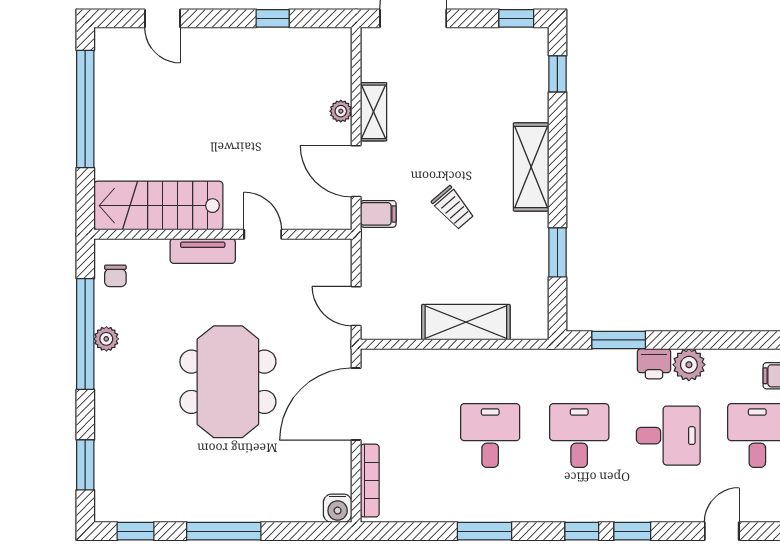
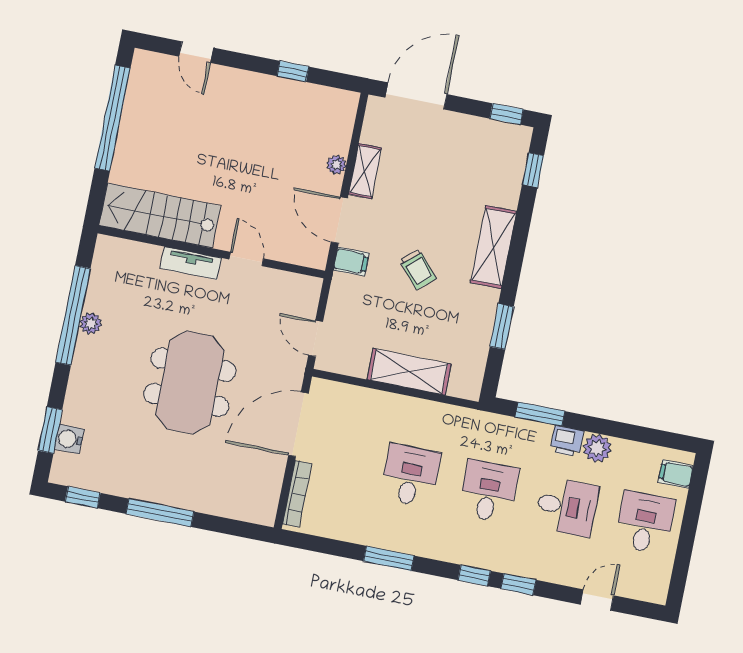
chair: (115, 276) -> (110, 270), removed
water cooler: (338, 508) -> (69, 439), moved, turned 90

